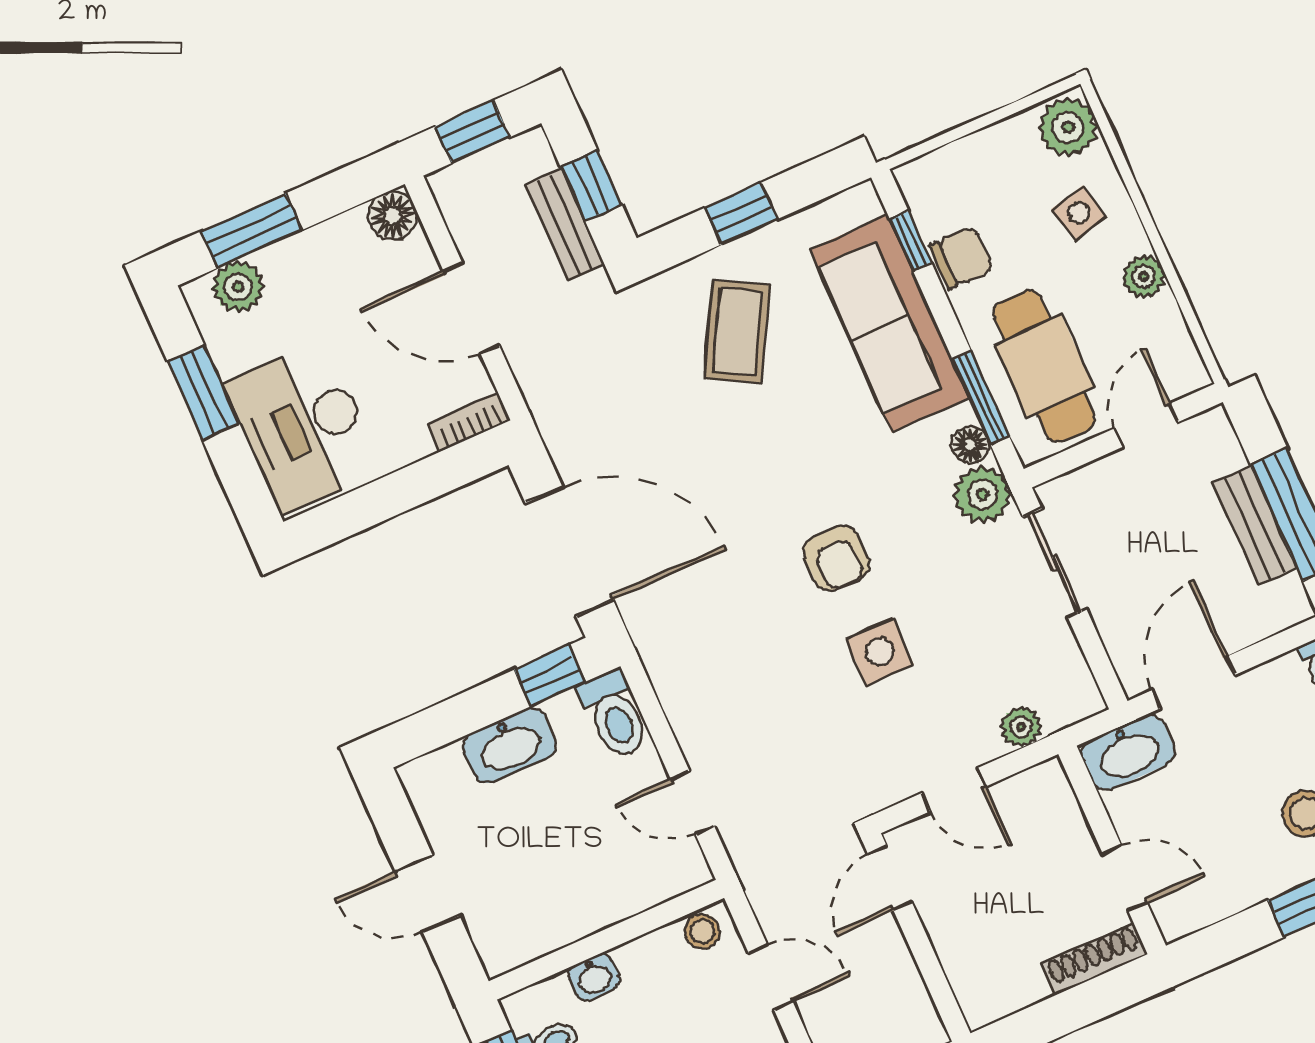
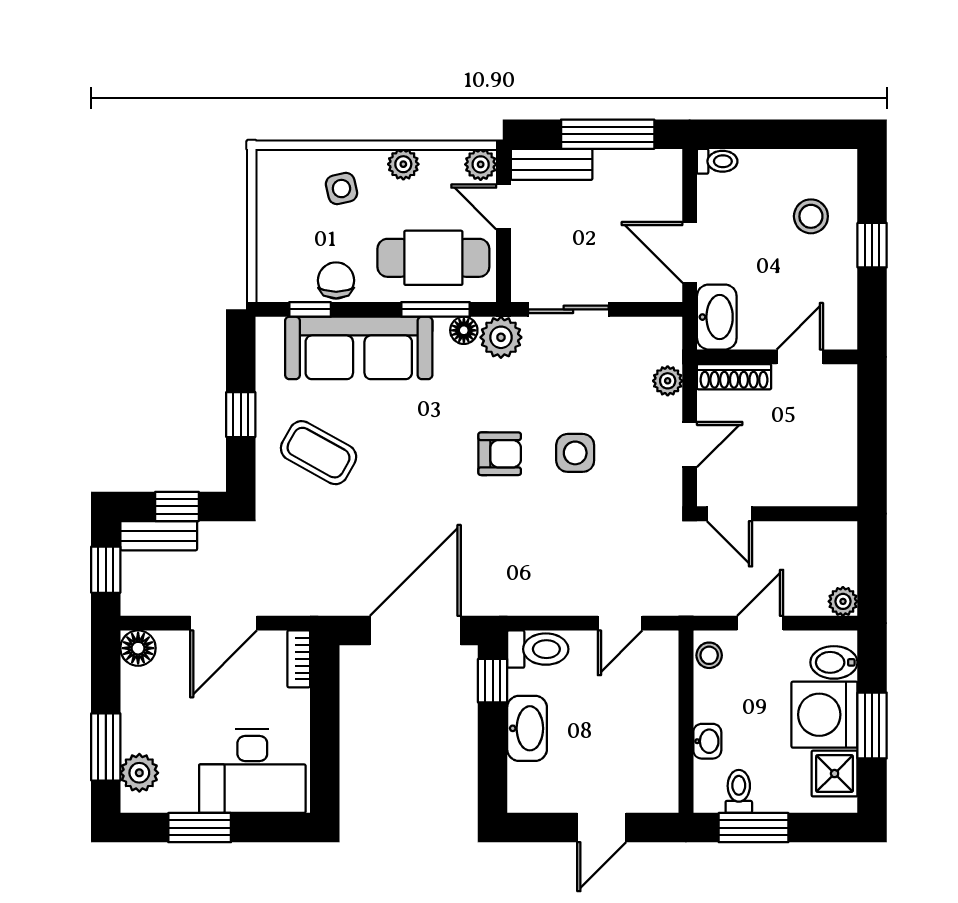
plant: (1068, 127) -> (481, 164), moved, width x0.73, depth x0.73
bench: (565, 225) -> (159, 536), moved
bench: (1255, 525) -> (552, 164), moved
shoe rack: (1094, 959) -> (734, 377), moved, turned -90

